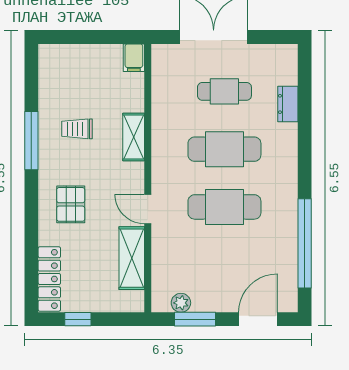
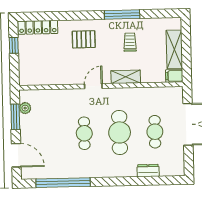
cafe table: (224, 207) -> (84, 133), width x0.73, depth x0.74
door: (148, 209) -> (93, 86), moved
shelving: (132, 258) -> (174, 49), moved, turned 90

